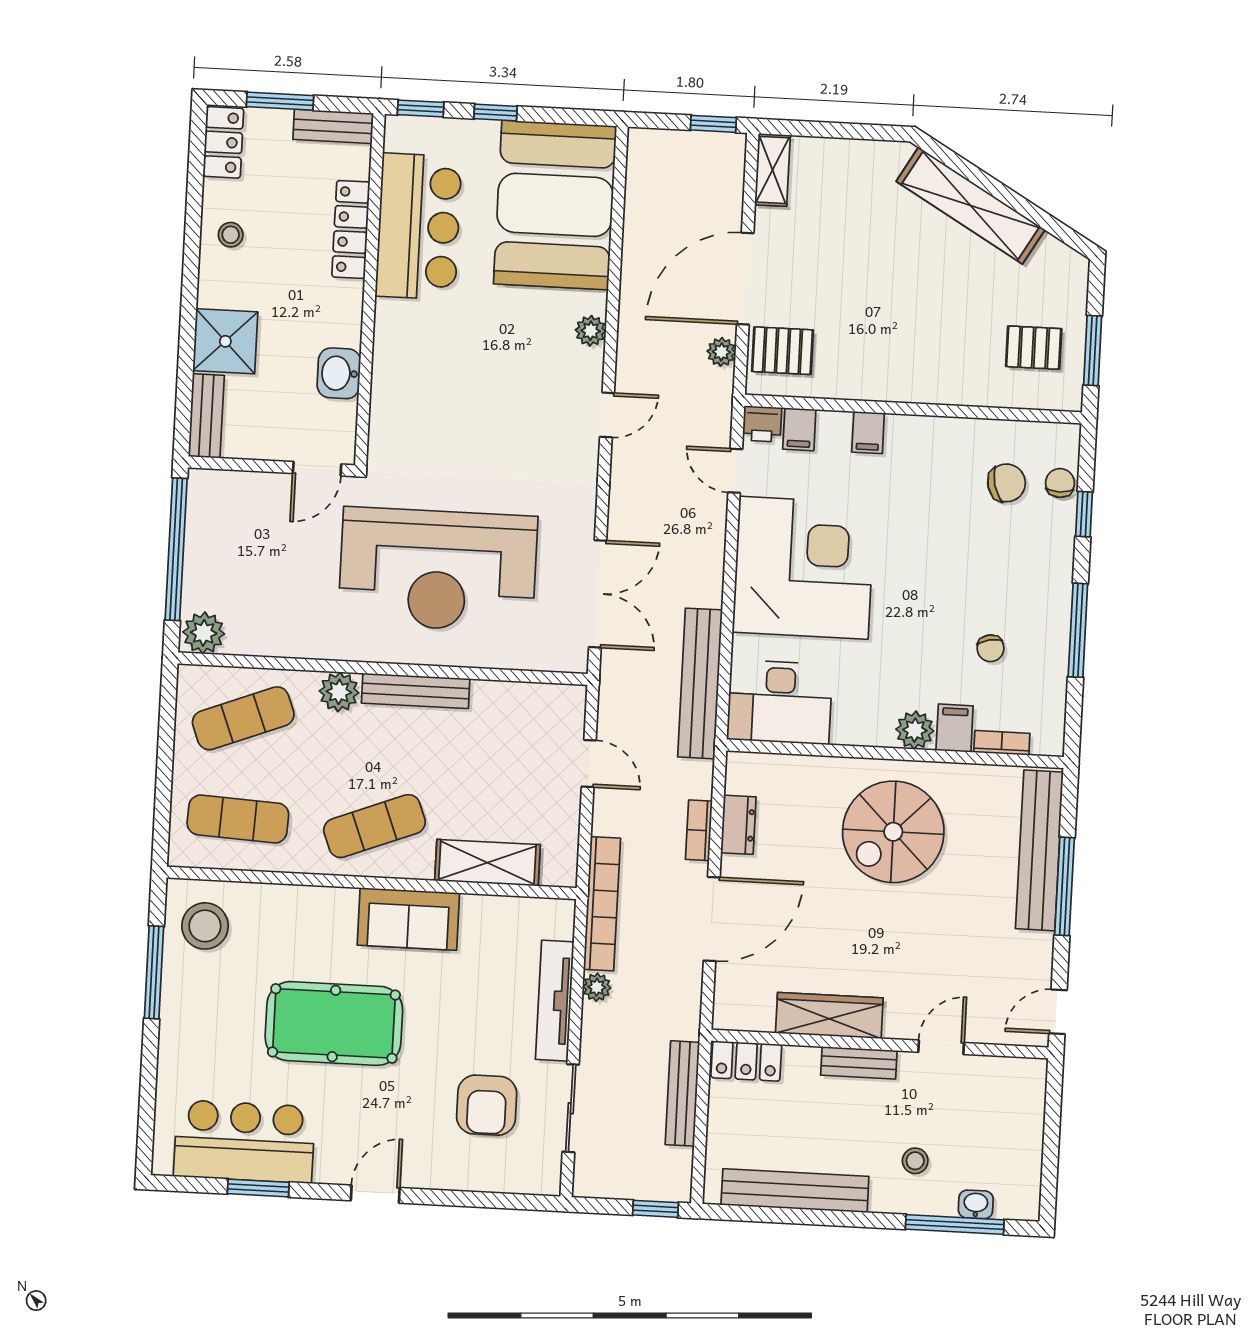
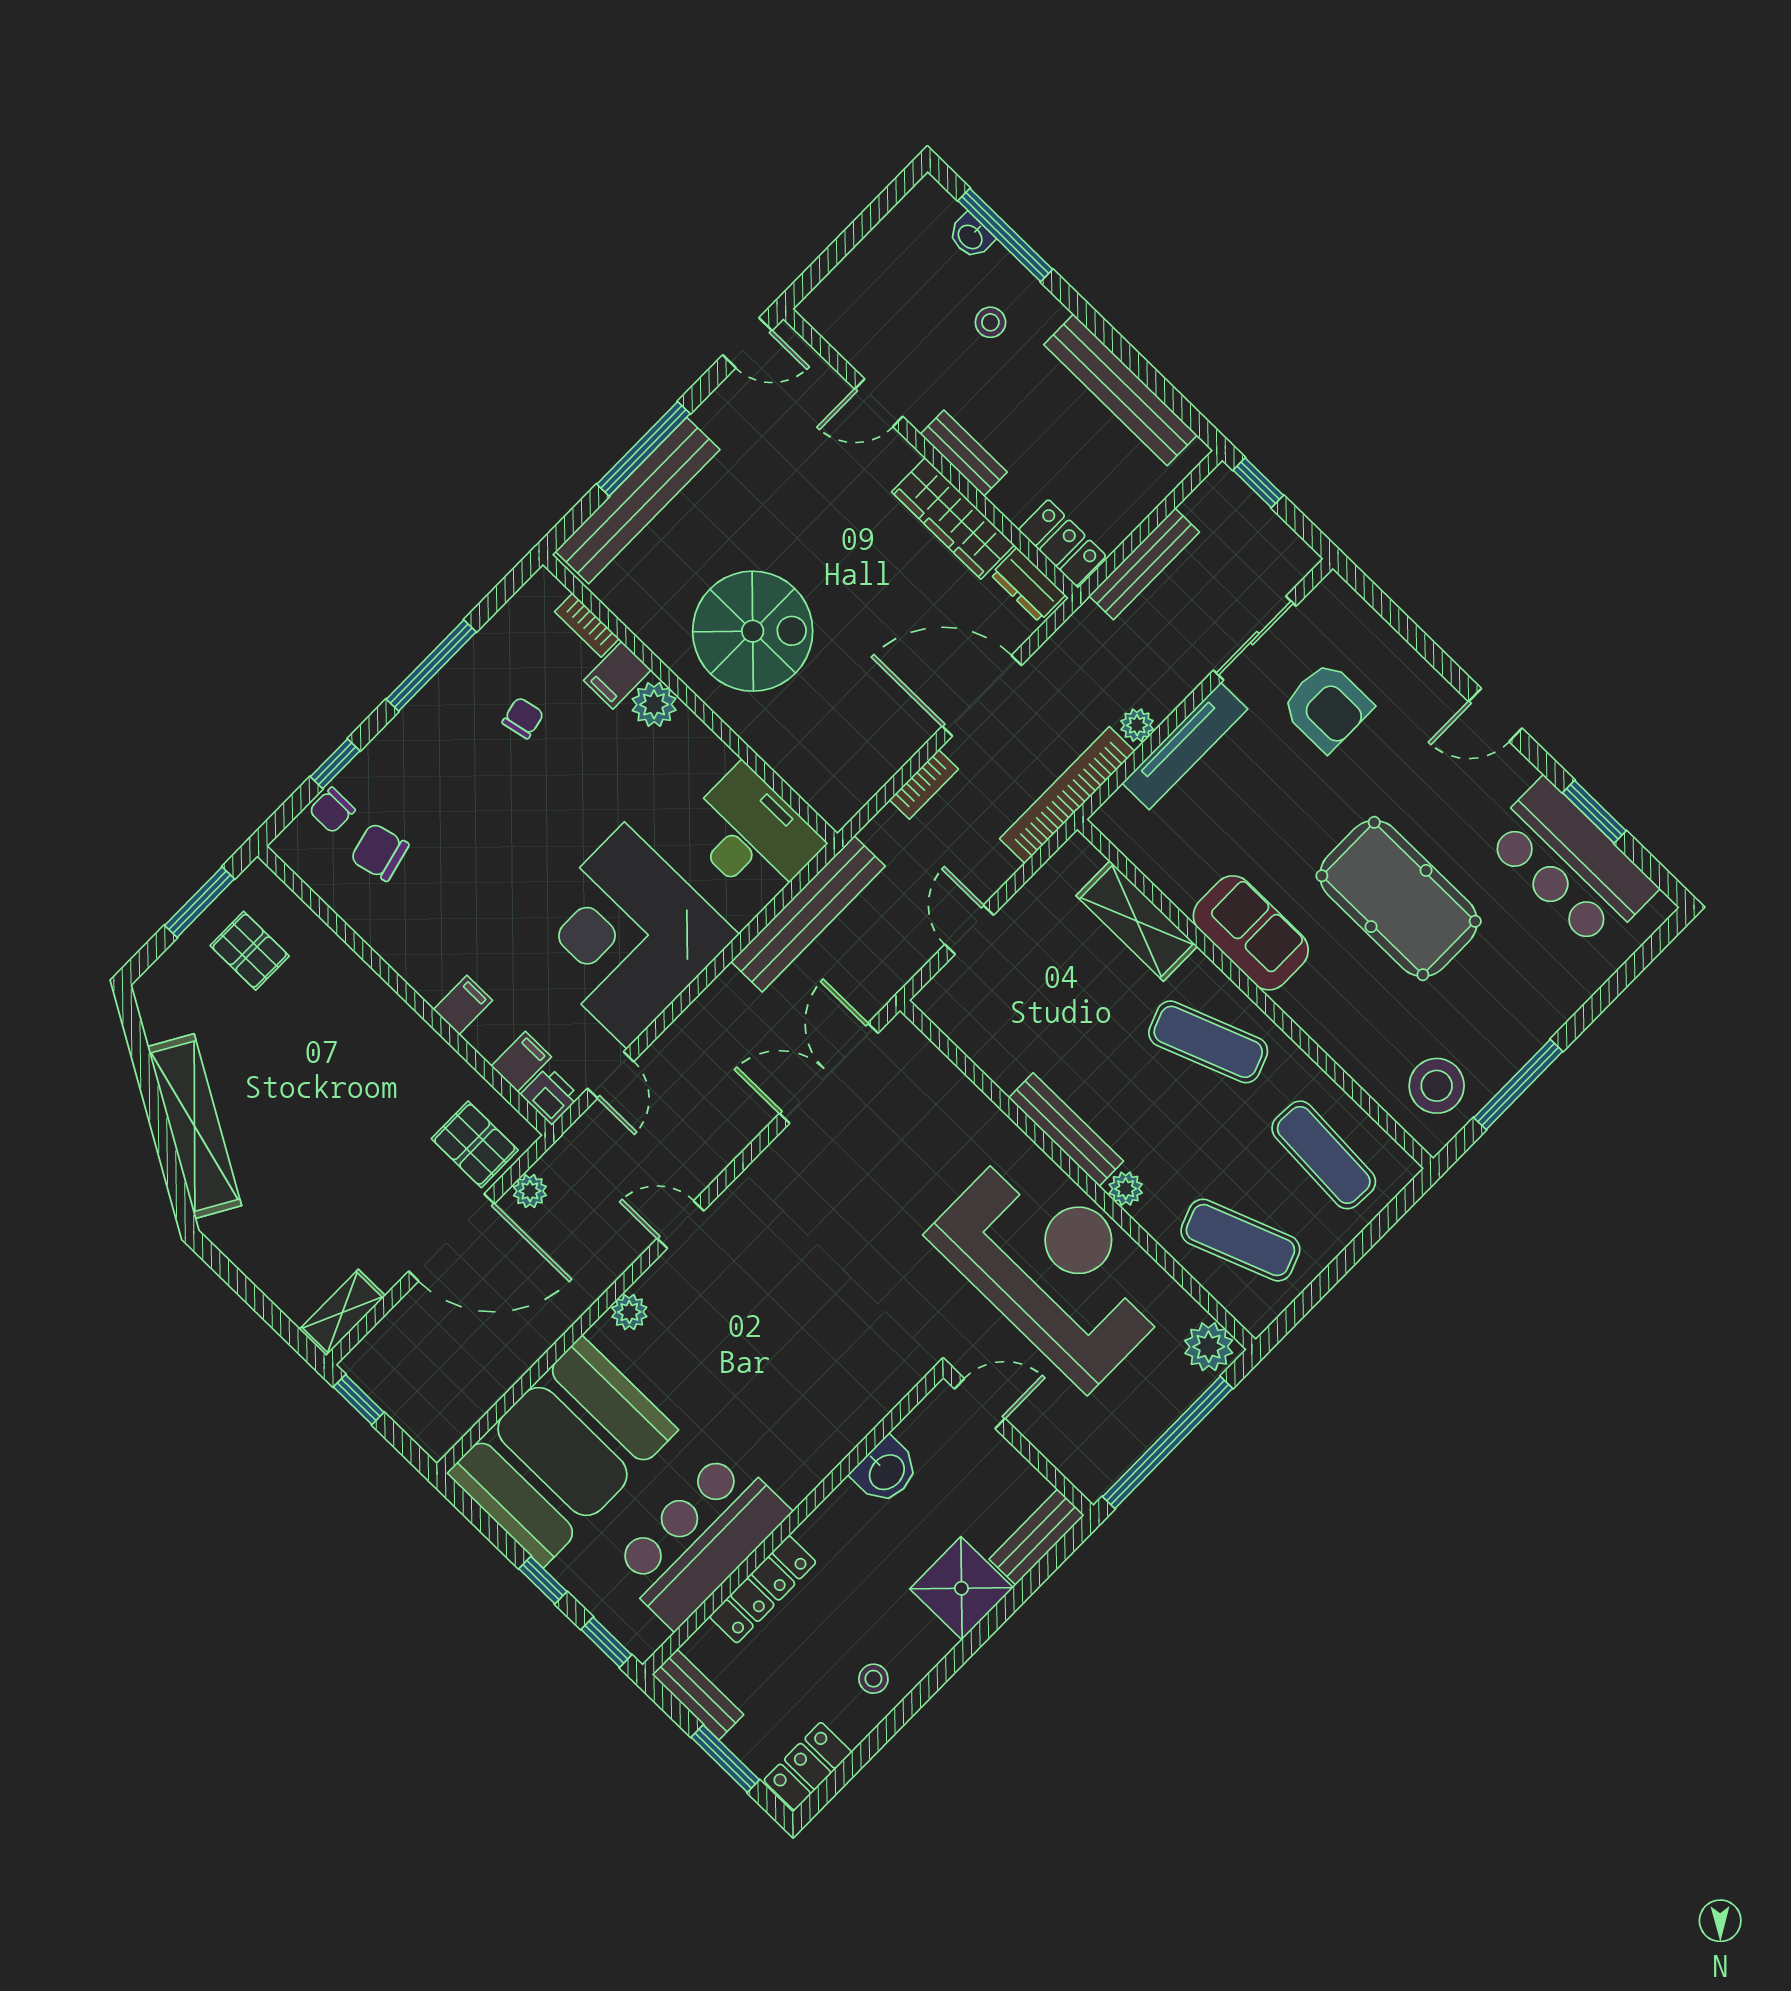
reception desk: (438, 570) -> (1053, 1266), moved
plant: (339, 692) -> (1126, 1189), width x0.73, depth x0.73
dresser: (738, 825) -> (1028, 585), moved, turned -90
armchair: (487, 1105) -> (1327, 707), turned 90

